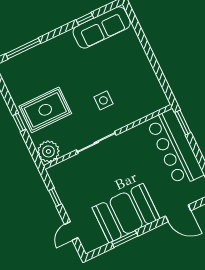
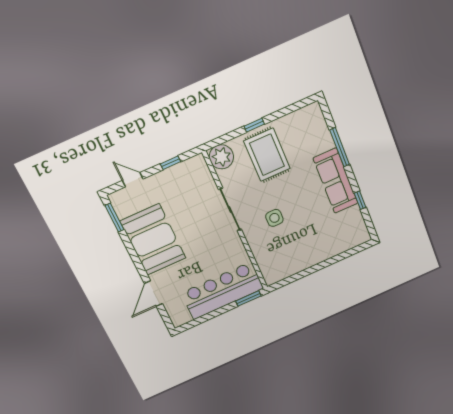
sofa: (102, 27) -> (336, 181), moved
window: (23, 48) -> (340, 147), moved
window: (125, 239) -> (114, 218), moved

